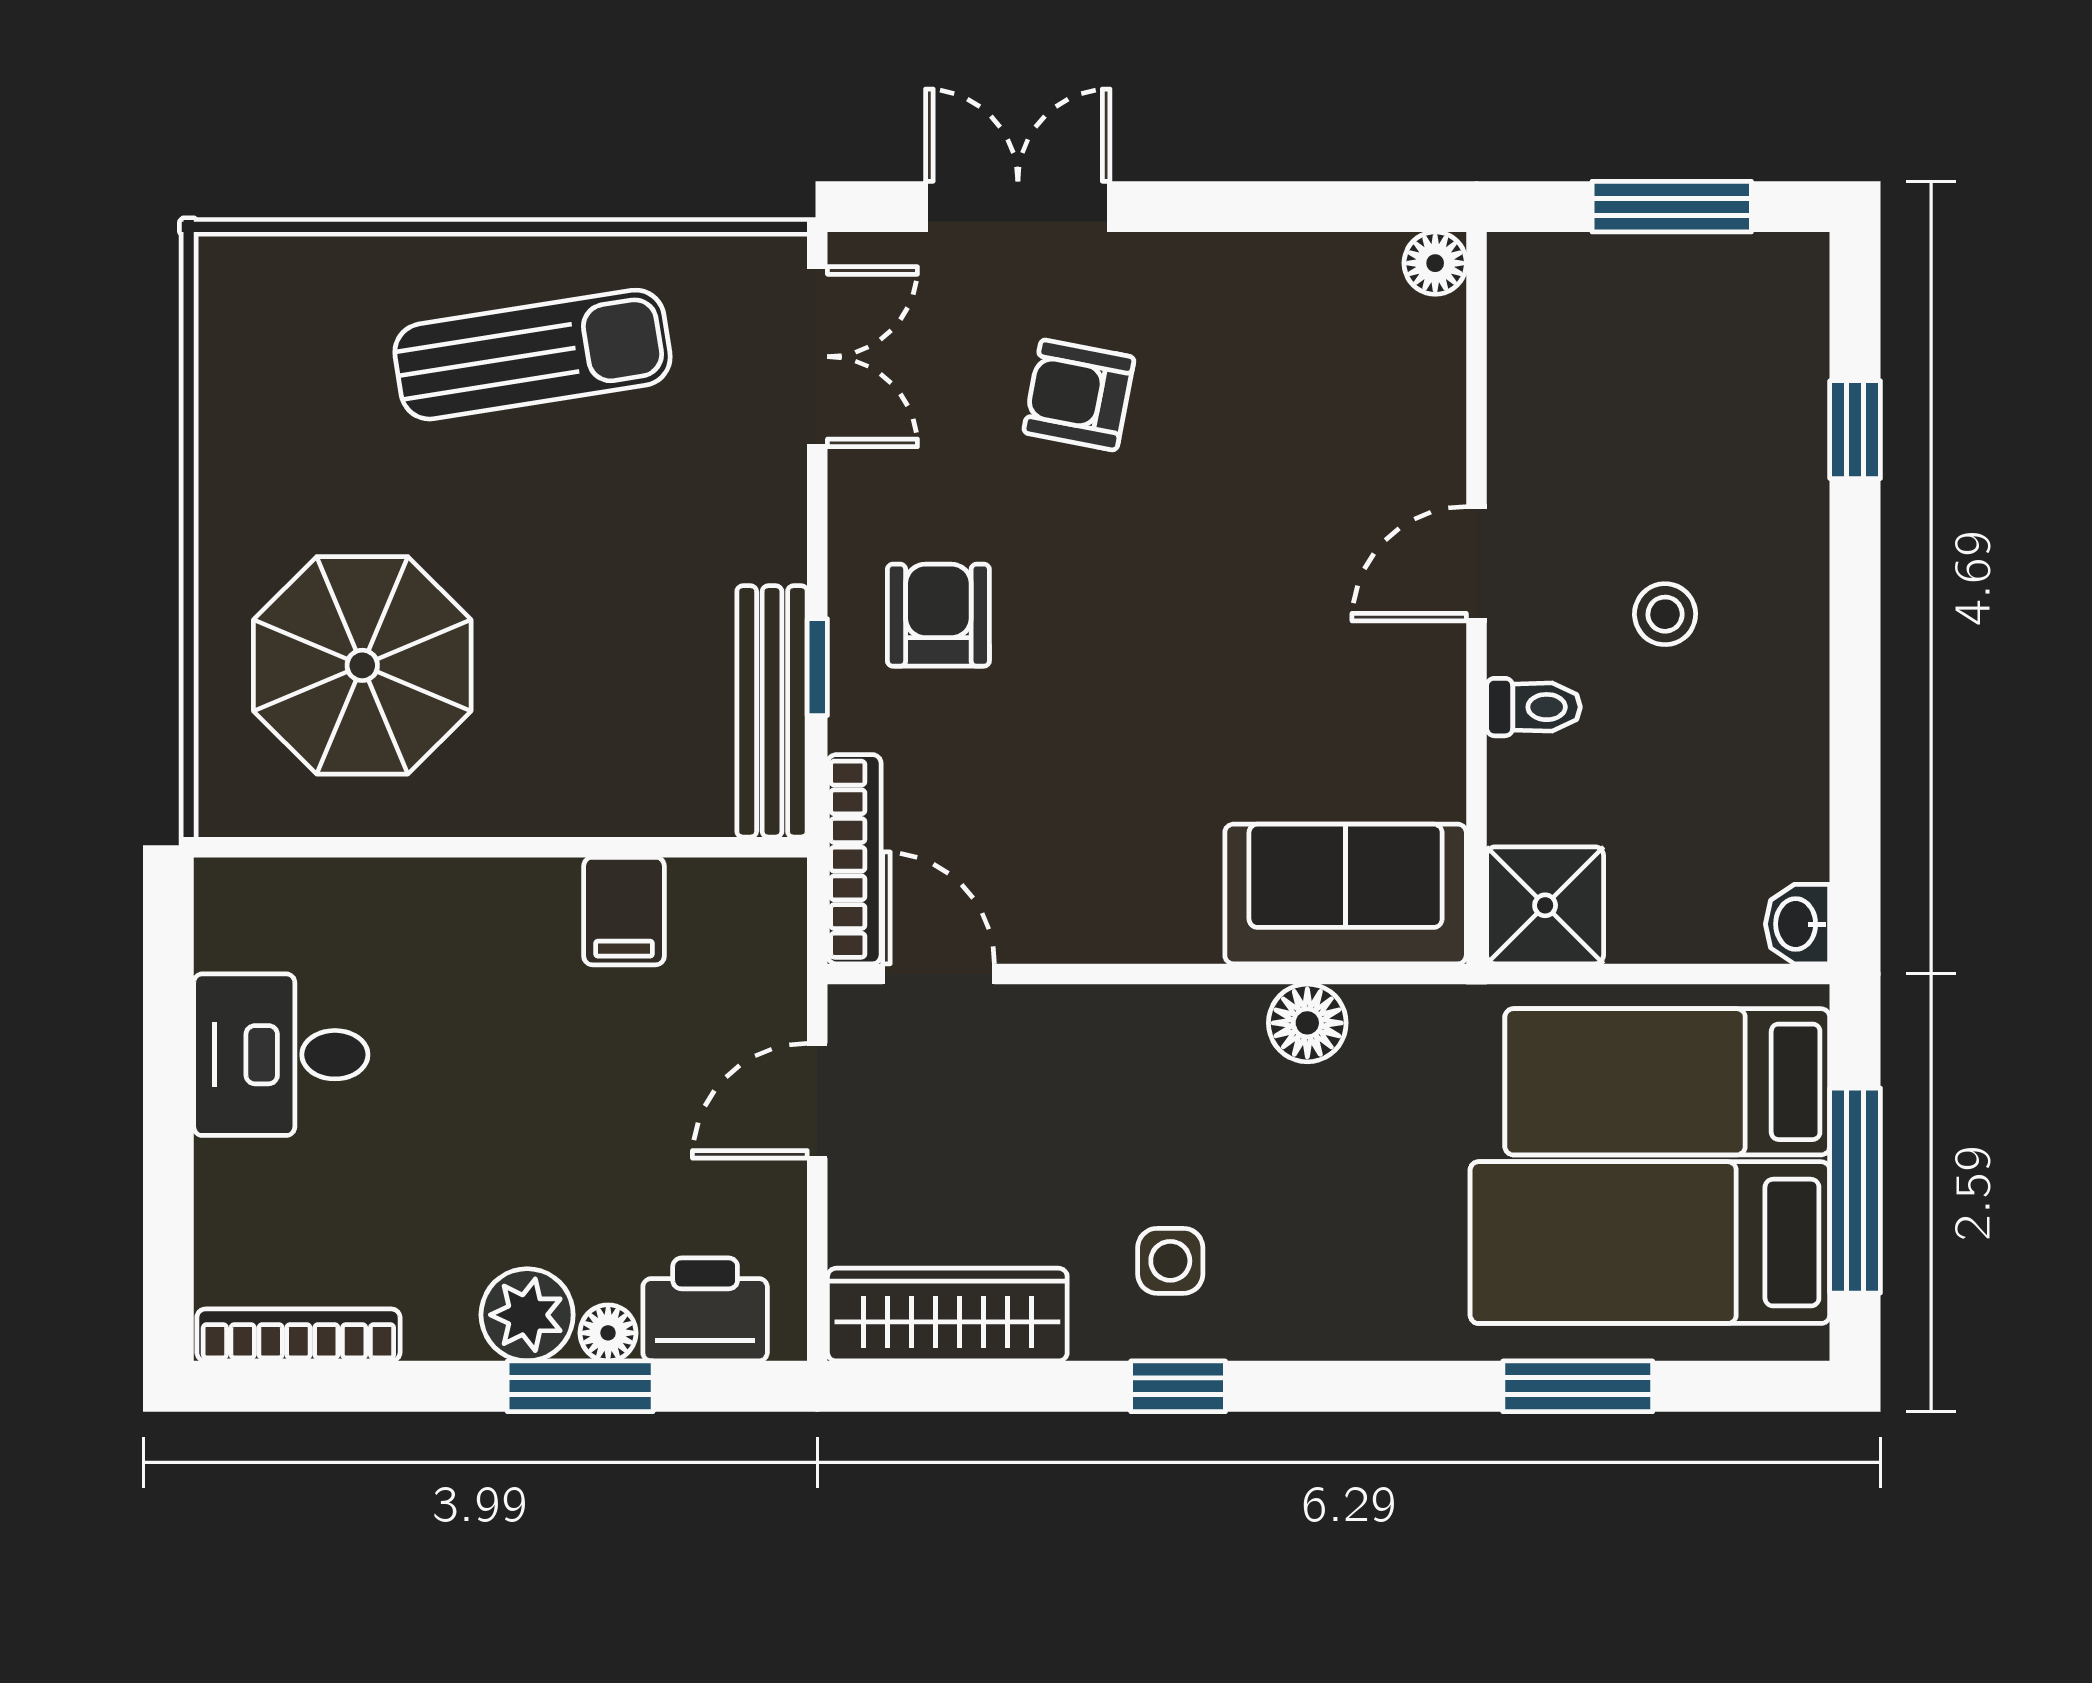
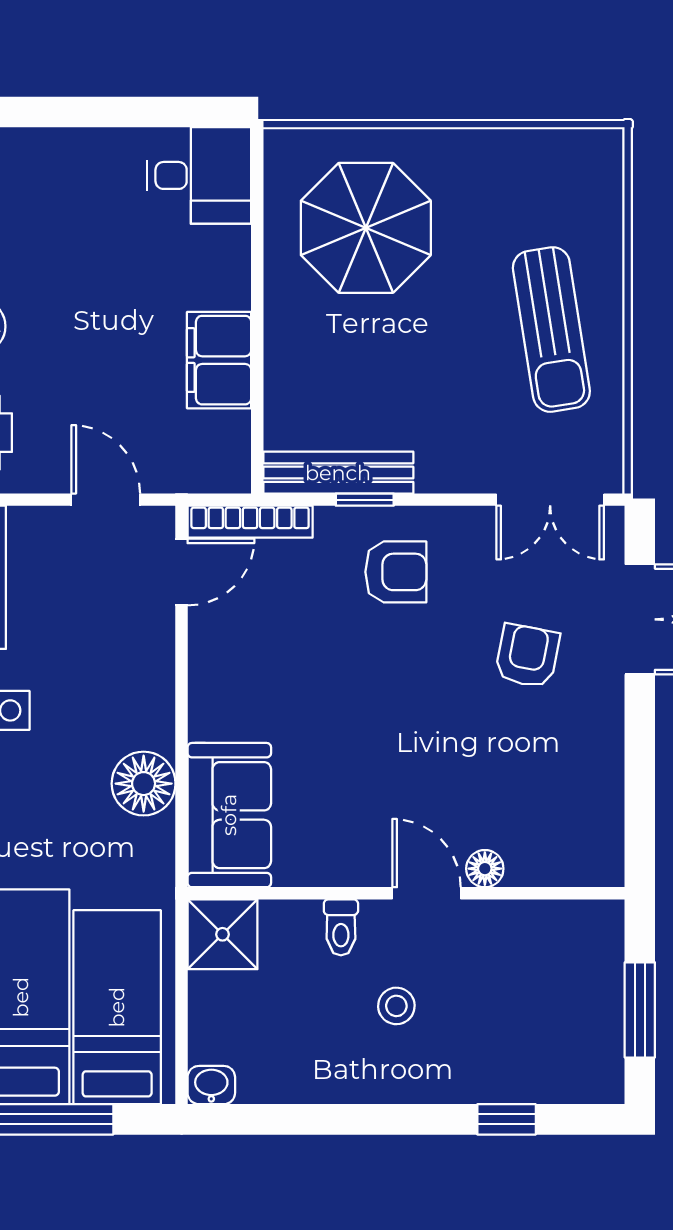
floor lamp: (1435, 263) -> (485, 869), moved
filing cabinet: (624, 911) -> (219, 360), width x2.00
floor lamp: (1307, 1023) -> (144, 784), width x1.38, depth x1.38
desk: (281, 1055) -> (199, 175), moved, turned 90

